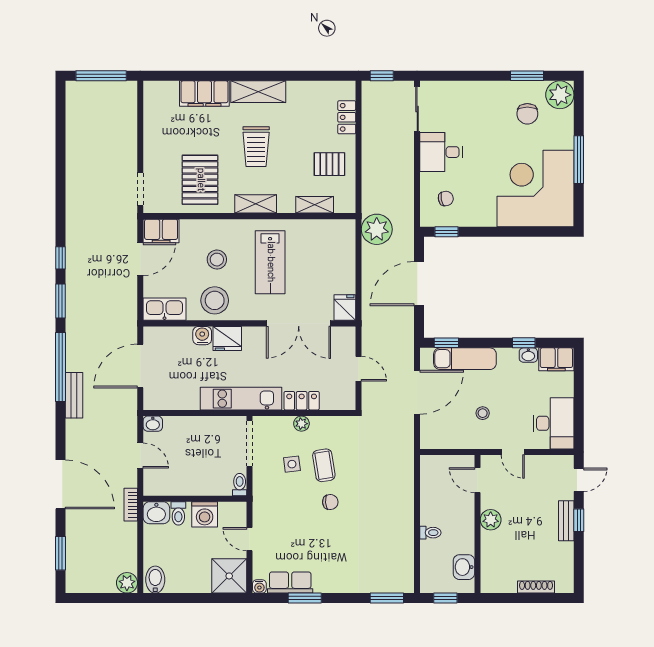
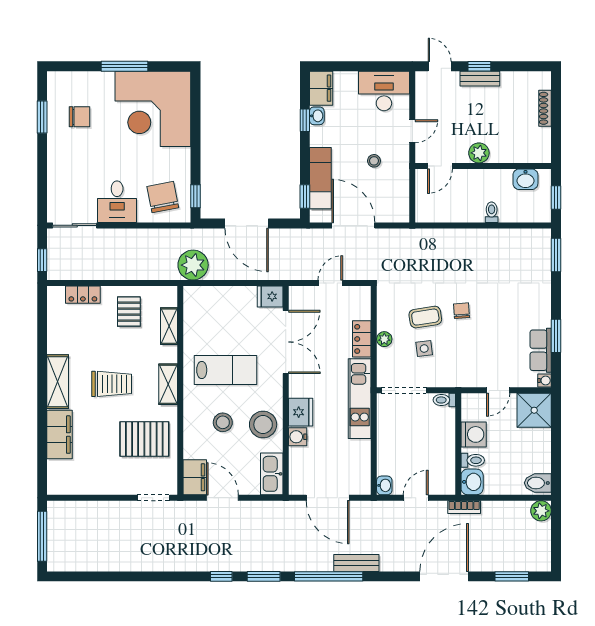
plant: (560, 95) -> (61, 85), removed
chair: (446, 199) -> (163, 197), width x1.87, depth x1.87

